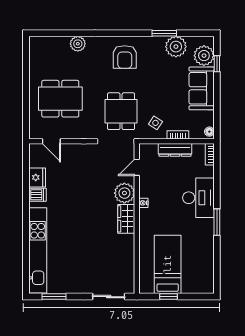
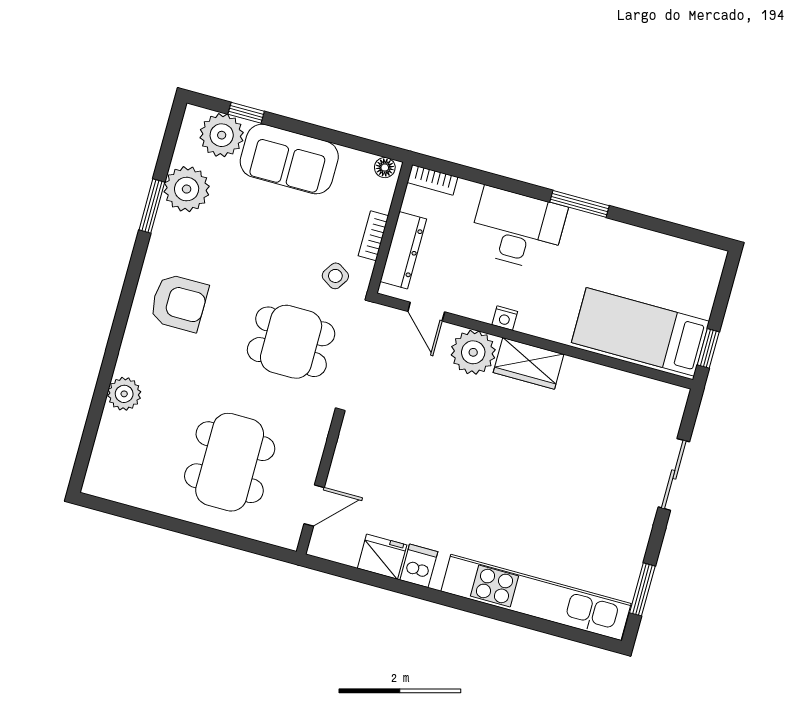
door: (137, 167) -> (426, 312), moved
plant: (124, 193) -> (473, 352), moved
nightstand: (143, 203) -> (505, 318), moved
wardrobe: (126, 219) -> (529, 363), moved
wall: (137, 219) -> (534, 341), moved

